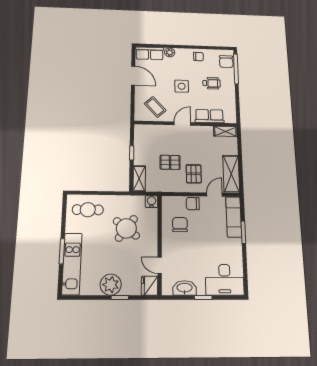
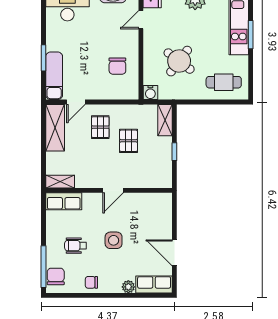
coffee table: (155, 107) -> (147, 211), removed
row of seats: (209, 116) -> (64, 201), moved
pallet: (170, 162) -> (129, 141), turned 90
chair: (193, 204) -> (102, 91), removed
door: (160, 265) -> (141, 20), swing flipped

